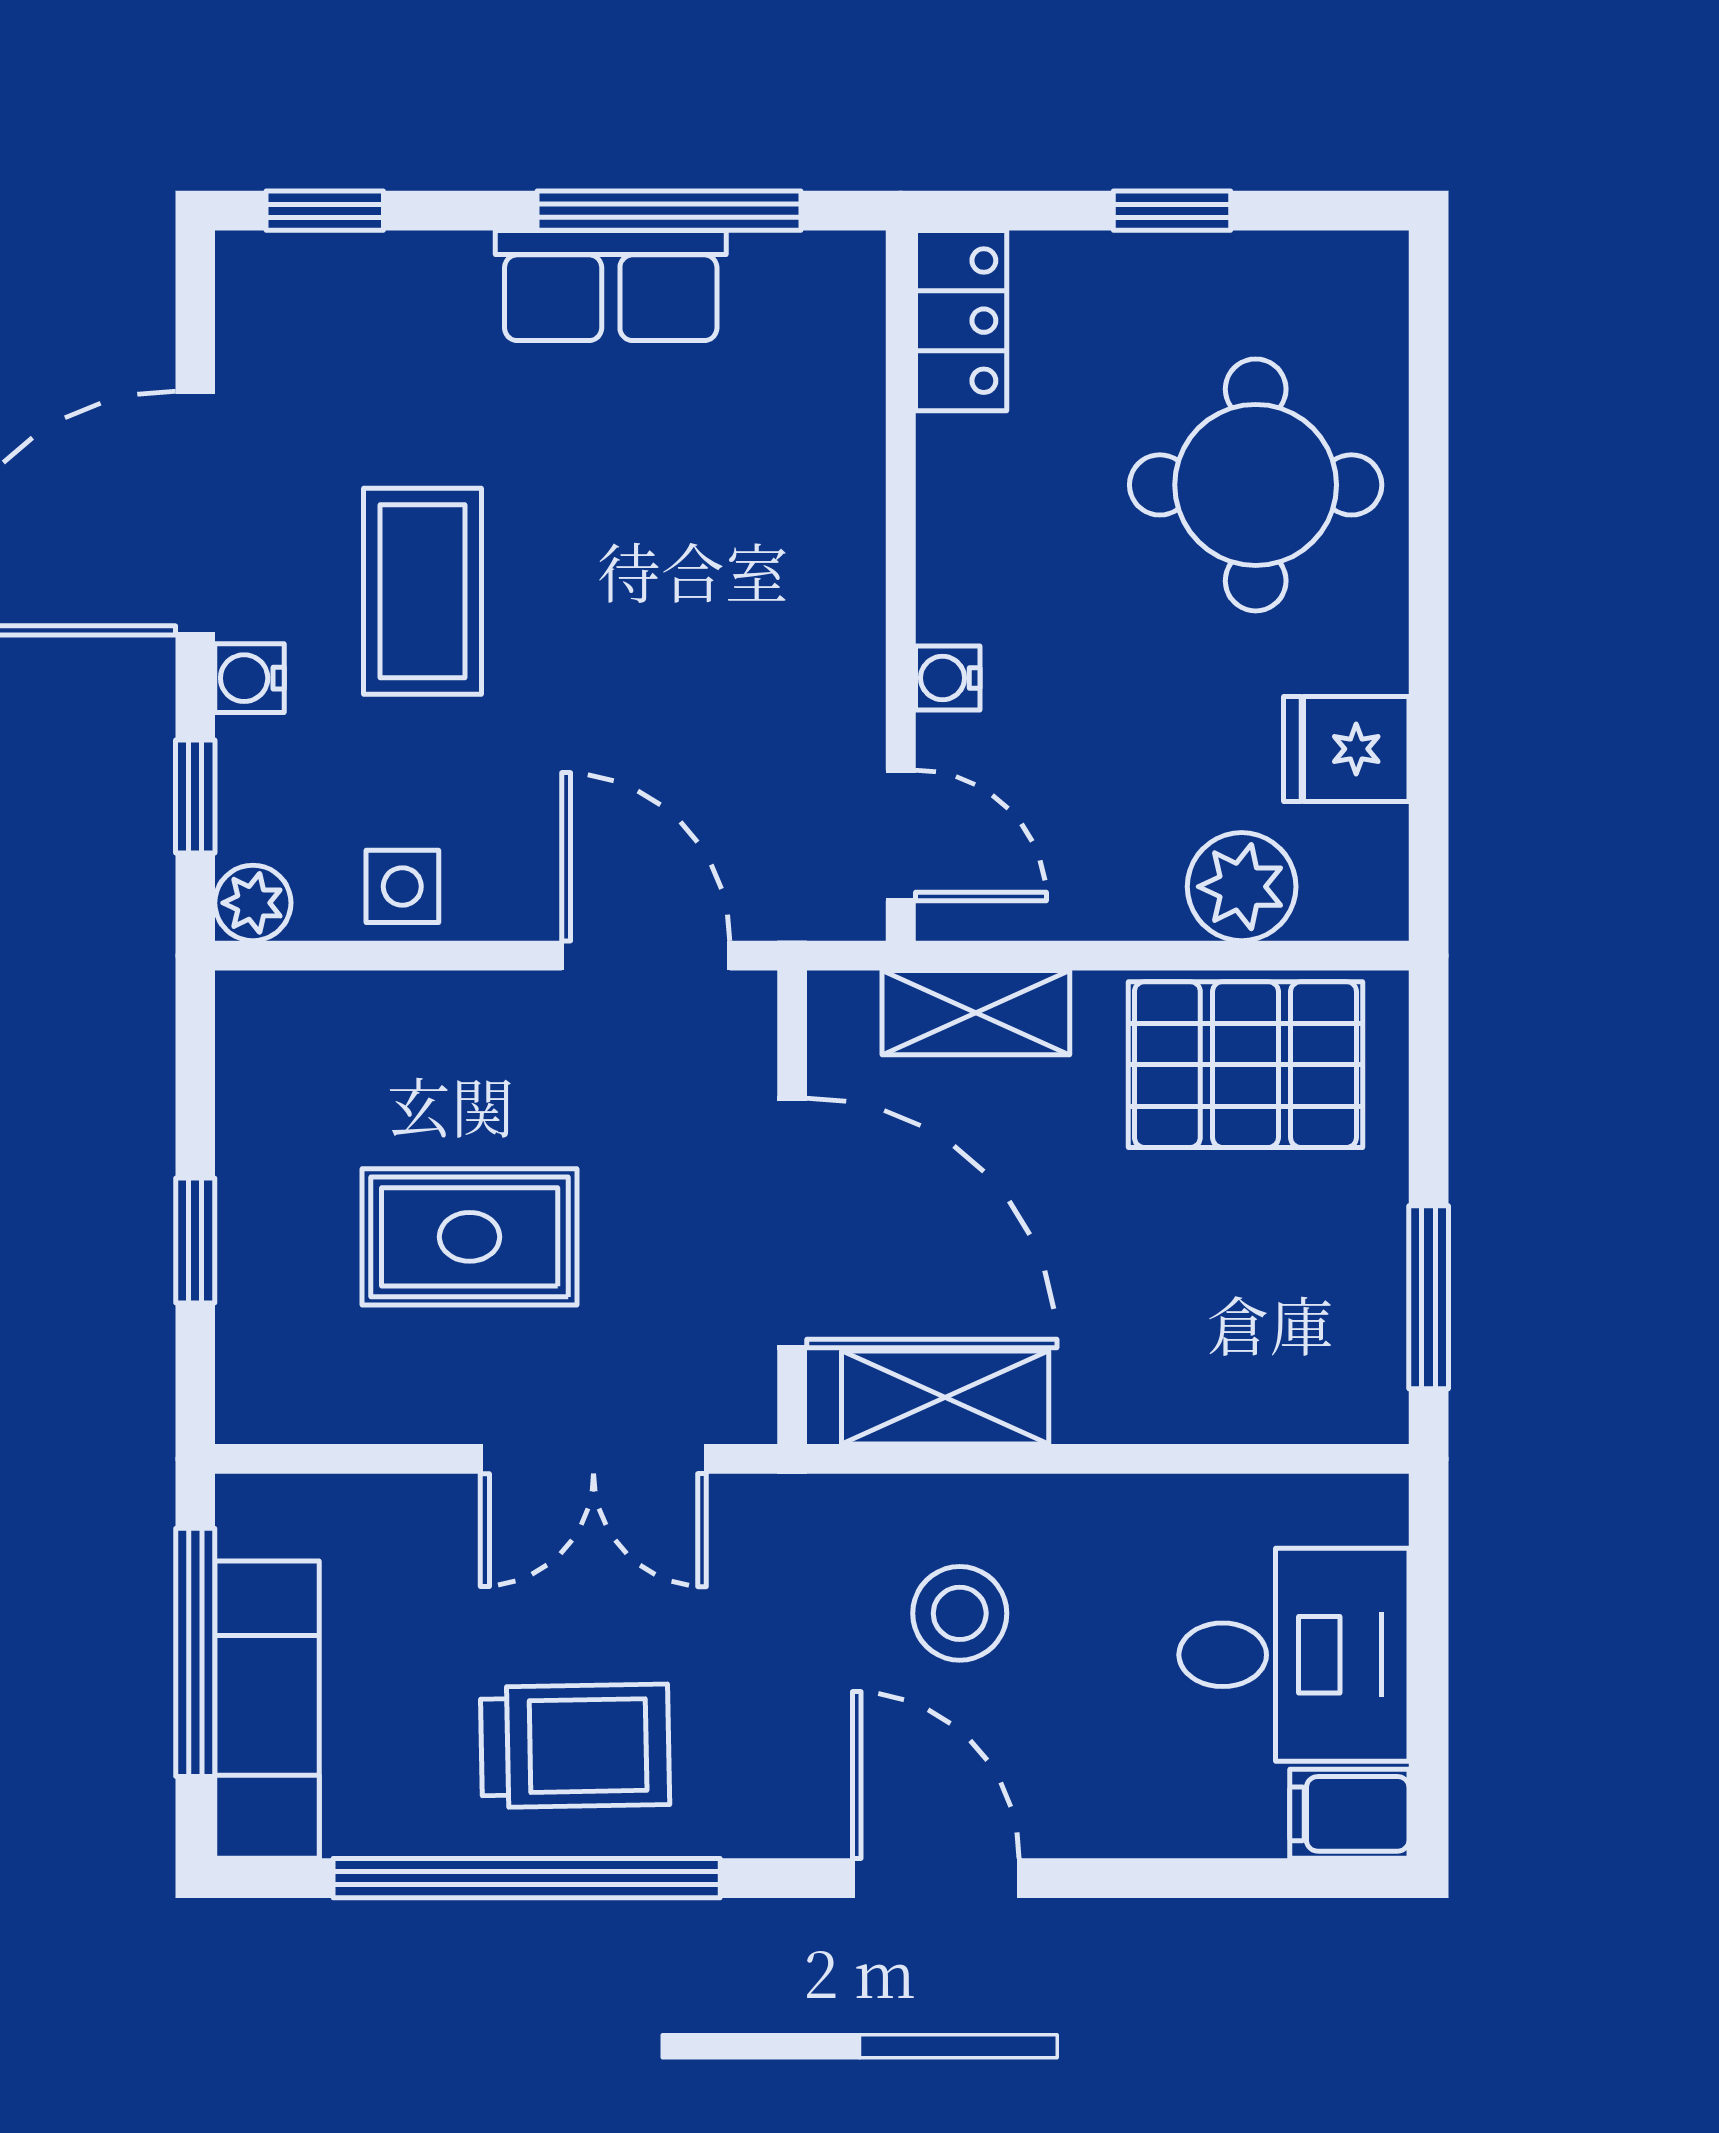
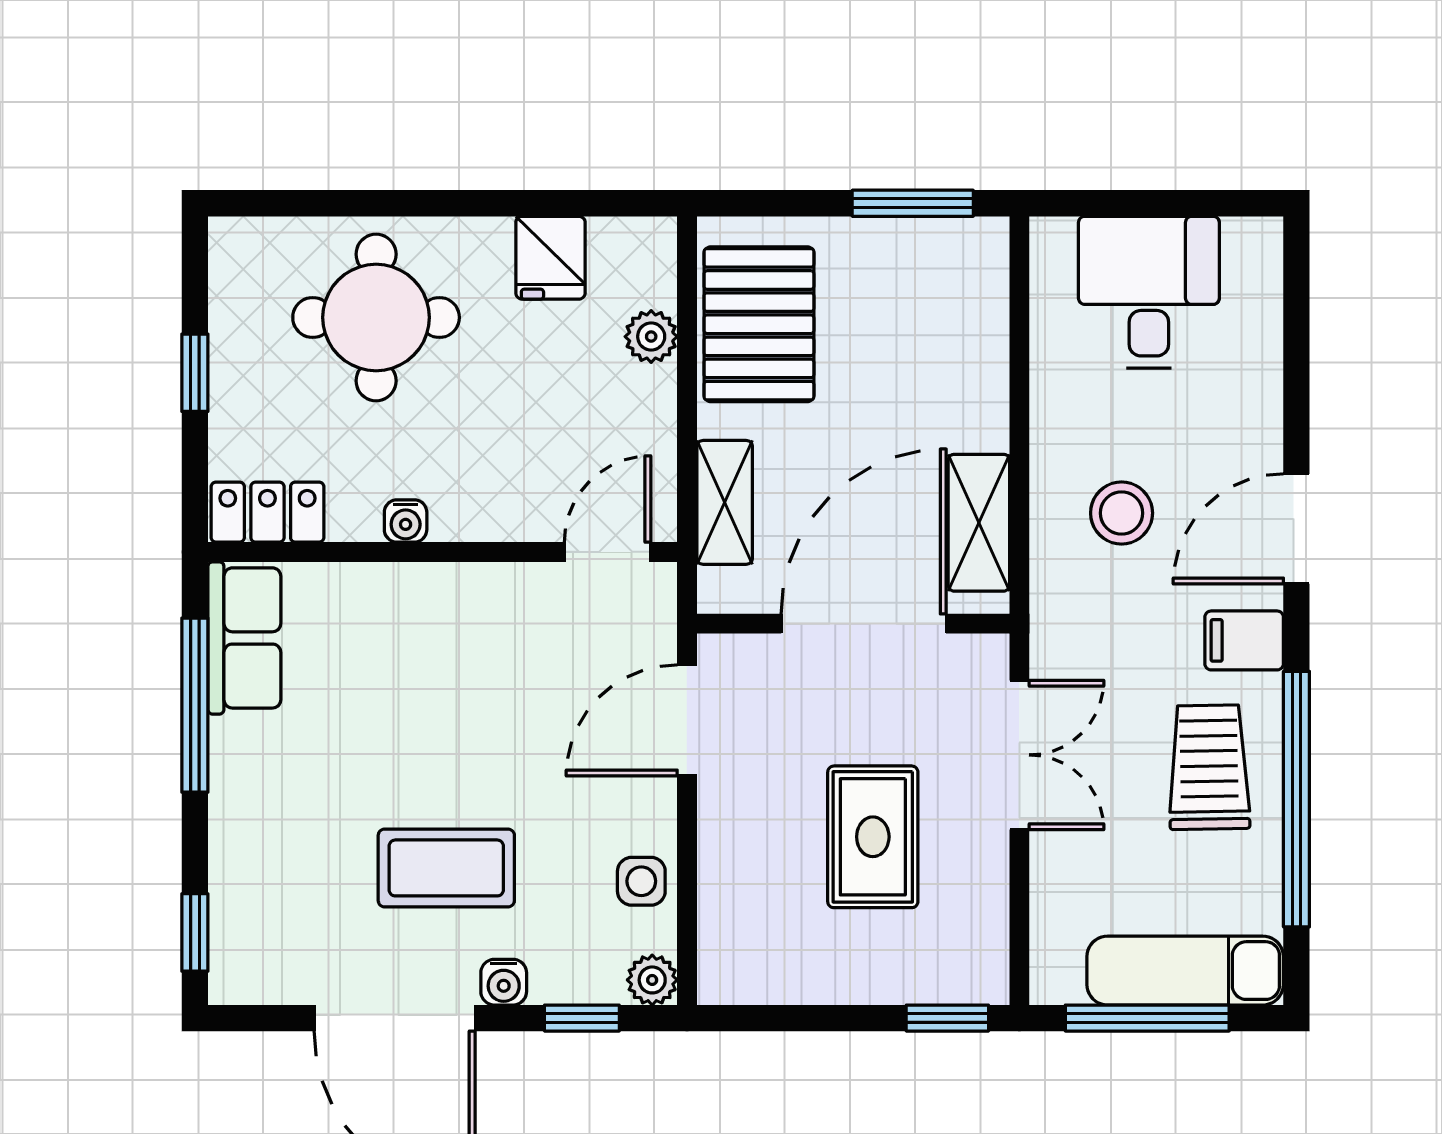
row of seats: (611, 286) -> (244, 638), moved
water cooler: (948, 678) -> (406, 521), moved
plant: (1242, 887) -> (651, 337), width x0.73, depth x0.73
window: (195, 1241) -> (947, 1018), moved
filing cabinet: (1349, 1814) -> (1244, 640), moved, turned 90

